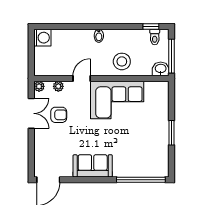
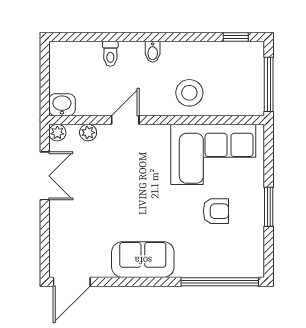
toilet: (155, 37) -> (110, 54), moved
washing machine: (42, 38) -> (62, 55), removed
washbasin: (161, 69) -> (62, 105), moved
corner sofa: (117, 100) -> (213, 154), moved
armchair: (59, 115) -> (216, 211), moved

